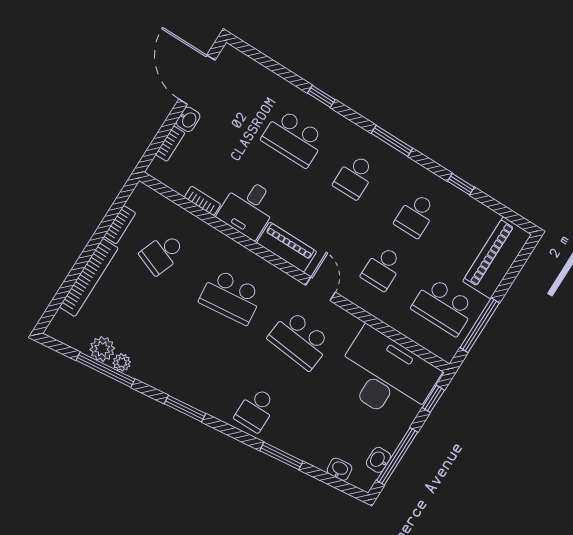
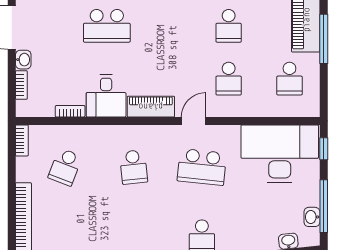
school desk: (355, 177) -> (168, 26), removed
bookcase: (120, 225) -> (22, 140), moved
door: (320, 289) -> (194, 121), hinge flipped
school desk: (231, 297) -> (134, 167), width x0.54
school desk: (443, 307) -> (289, 79), width x0.54
window: (480, 325) -> (324, 39), moved

